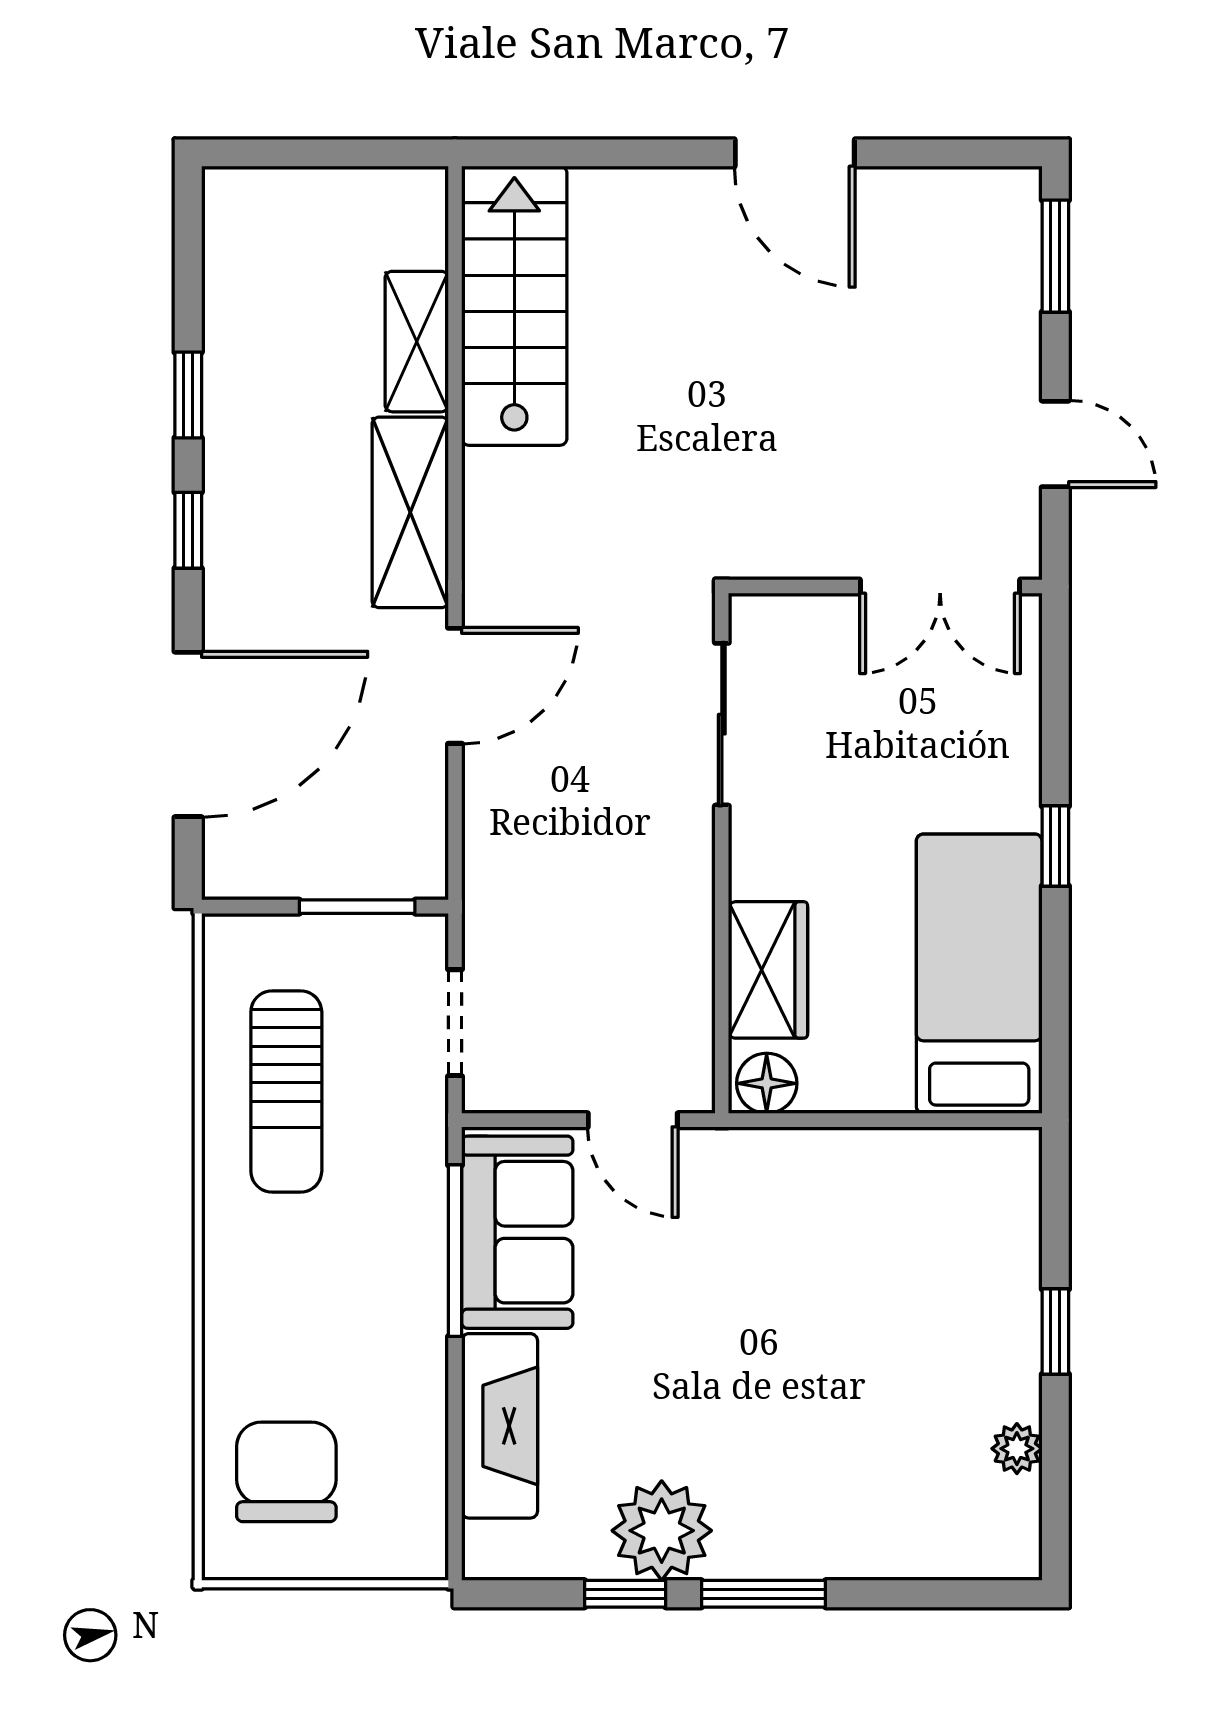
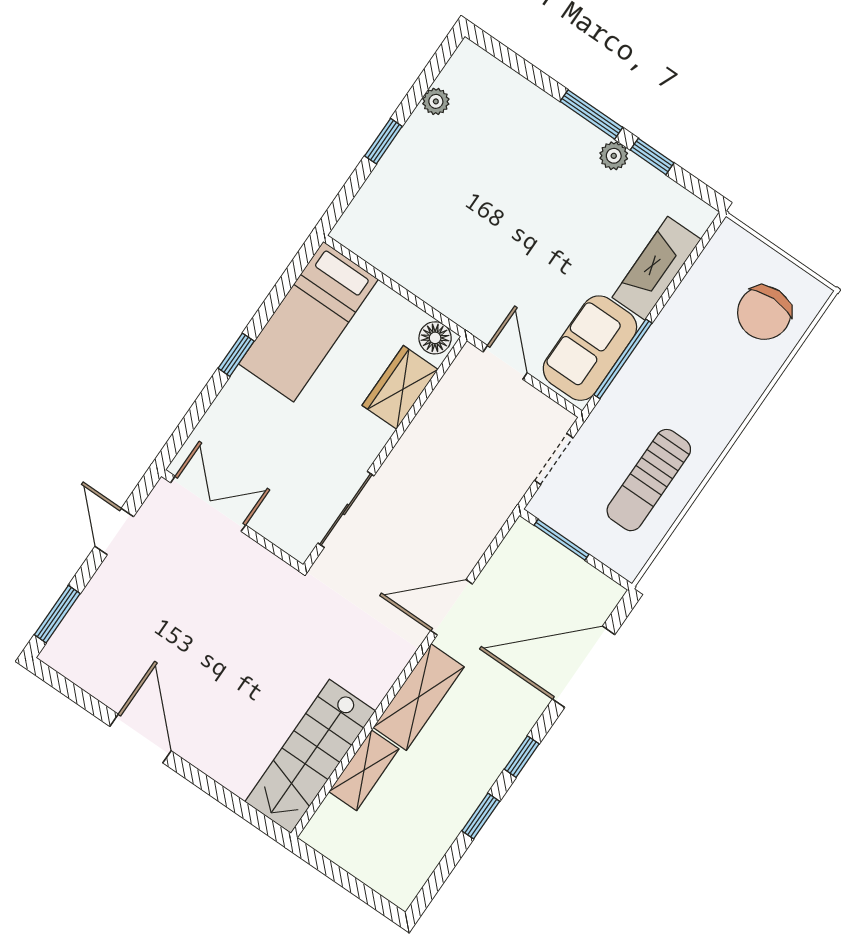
sun lounger: (286, 1092) -> (649, 480), turned 180
plant: (662, 1531) -> (614, 156), width x0.53, depth x0.53

